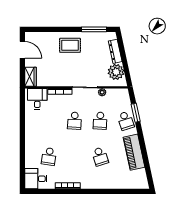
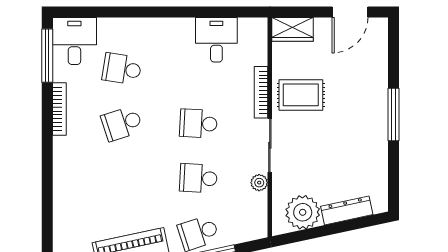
window: (94, 29) -> (394, 115), moved
rug: (70, 45) -> (301, 95), moved, turned 90
desk: (37, 99) -> (216, 40), moved, turned -90
school desk: (100, 157) -> (122, 123), moved
window: (43, 191) -> (47, 56), added

